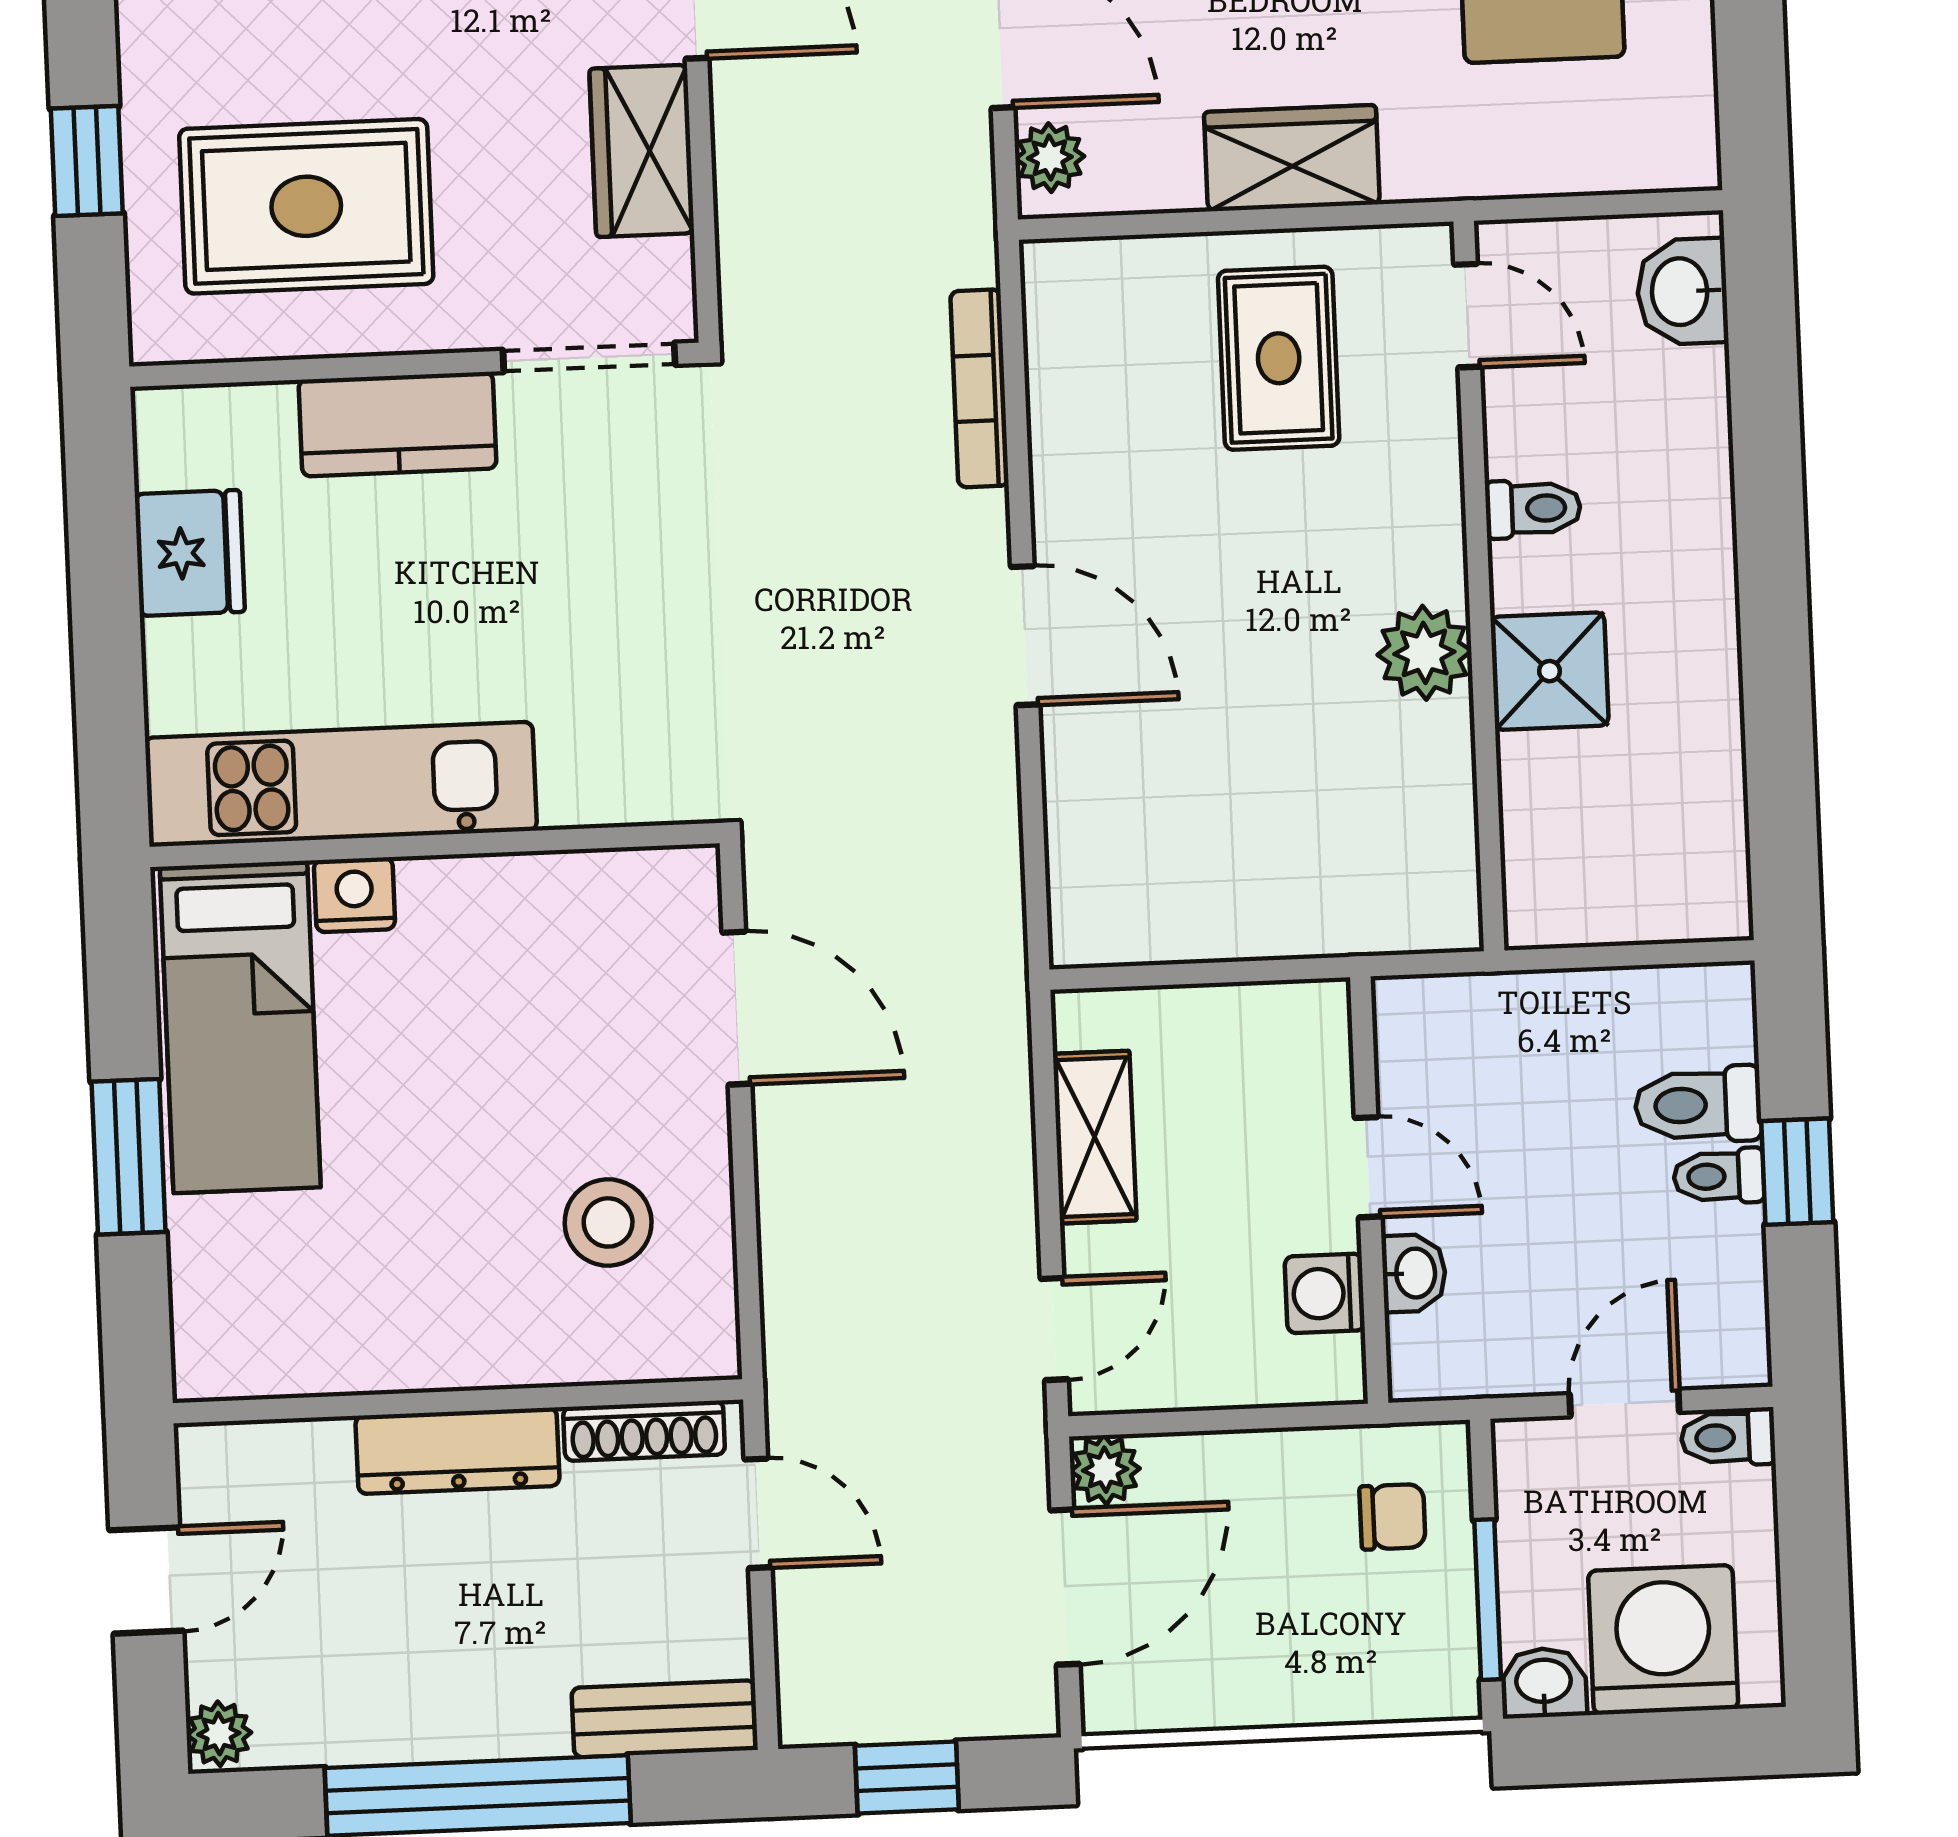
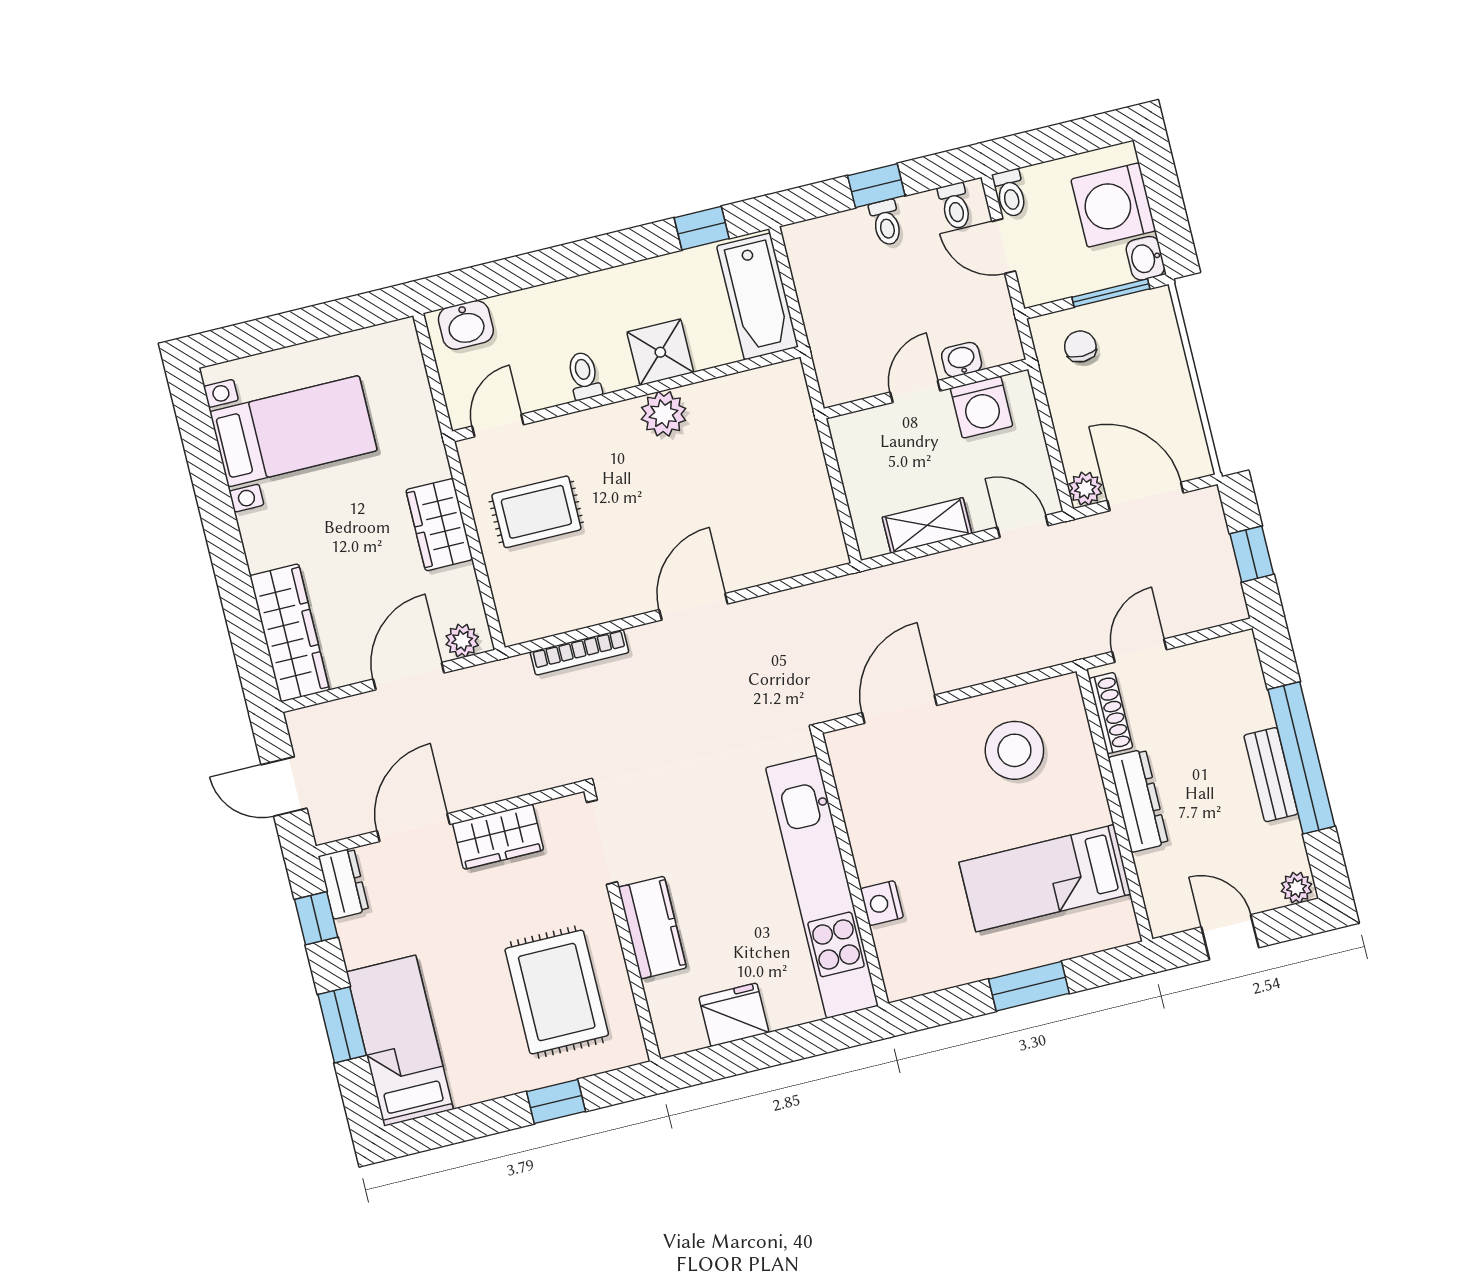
kitchen unit: (341, 784) -> (822, 887), width x1.36
window: (1782, 804) -> (702, 228), added
bathtub: (1622, 889) -> (757, 296), added
bed: (240, 1027) -> (1045, 878), moved, turned 180
toilet: (1698, 1105) -> (955, 206), moved, width x0.73, depth x0.72
stool: (608, 1222) -> (1014, 750), width x1.38, depth x1.38
washing machine: (1325, 1293) -> (982, 407), width x1.38, depth x1.38
bench: (665, 1719) -> (1271, 775), moved

